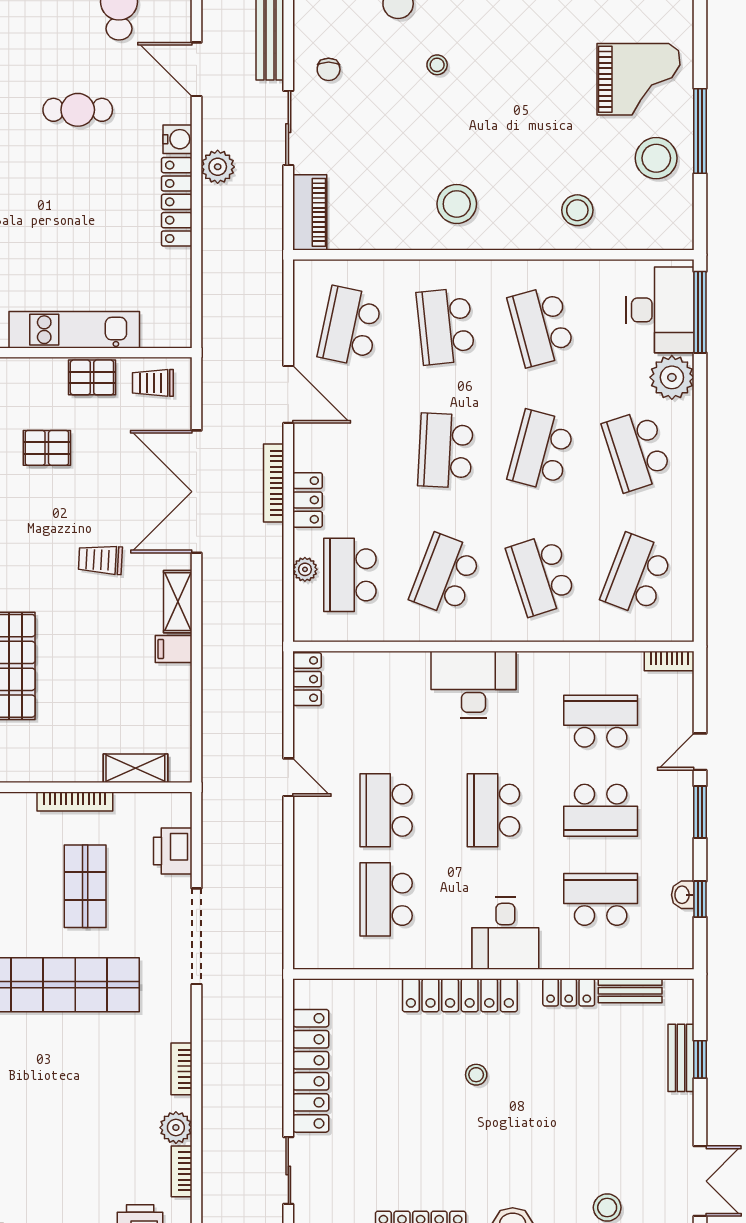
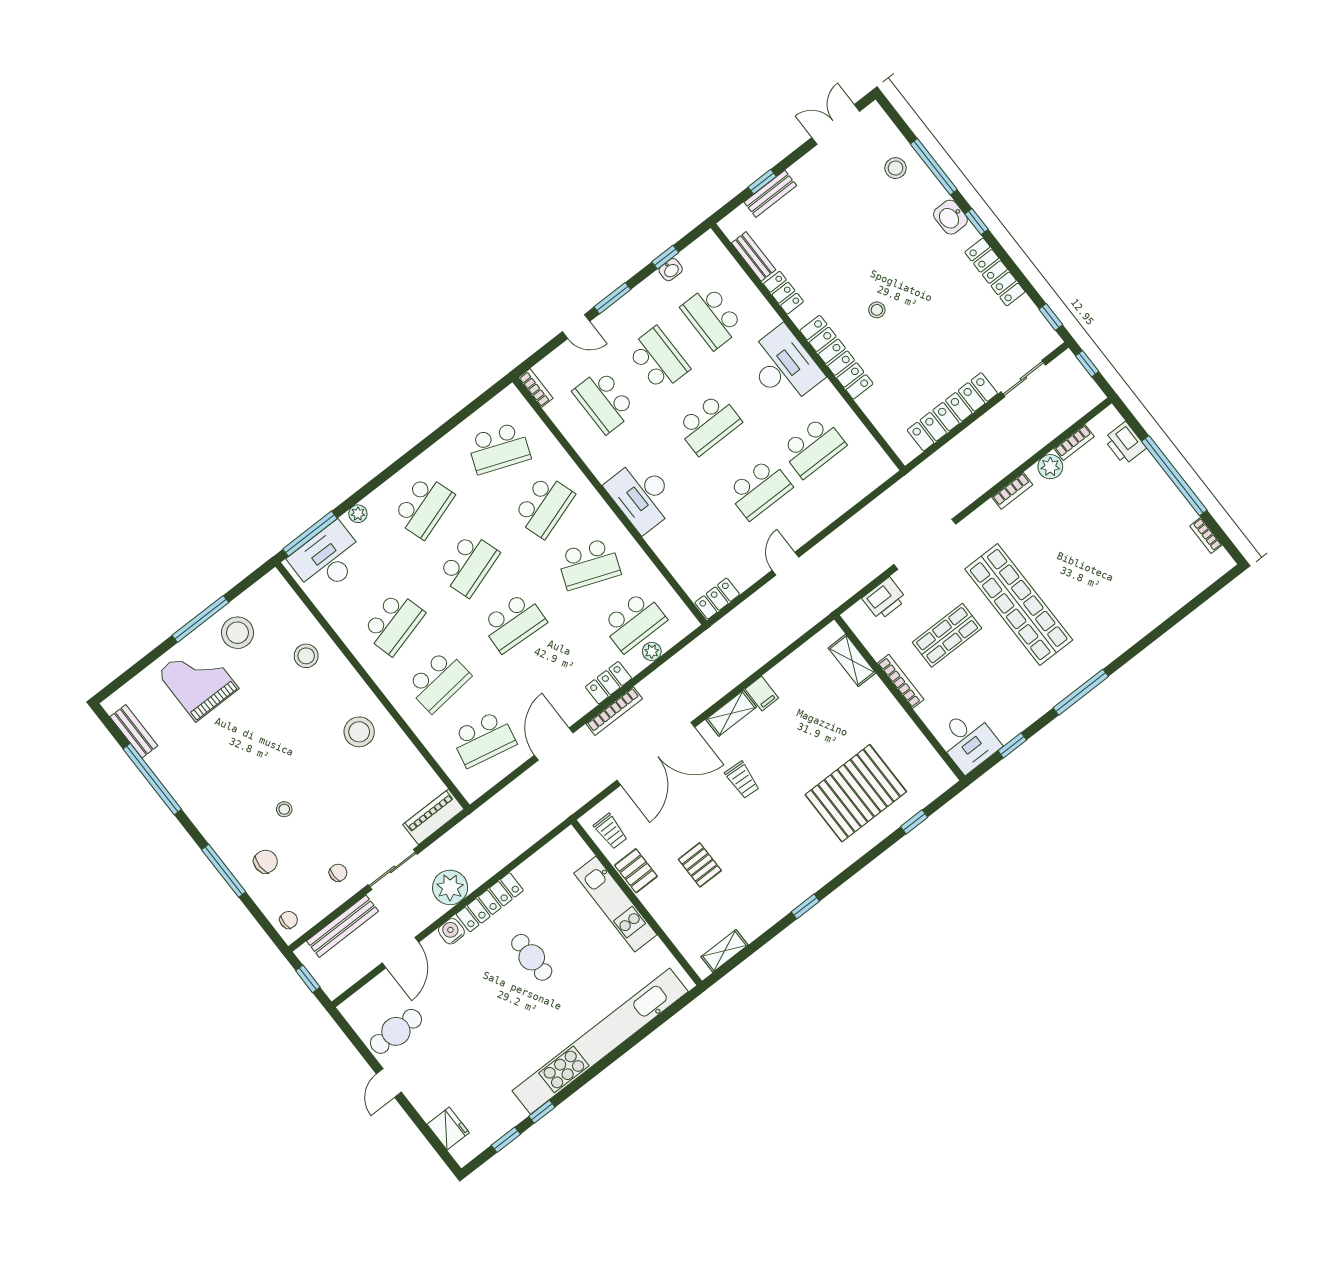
cafe table: (78, 110) -> (532, 957), moved
plant: (218, 167) -> (450, 887), width x1.36, depth x1.36
plant: (672, 377) -> (358, 514), width x0.53, depth x0.53
school desk: (541, 451) -> (469, 565), turned -33
desk: (505, 933) -> (783, 366), width x1.37

